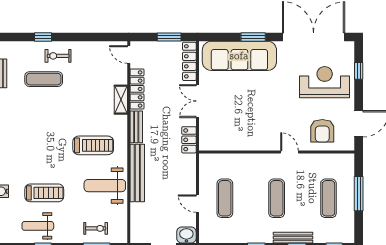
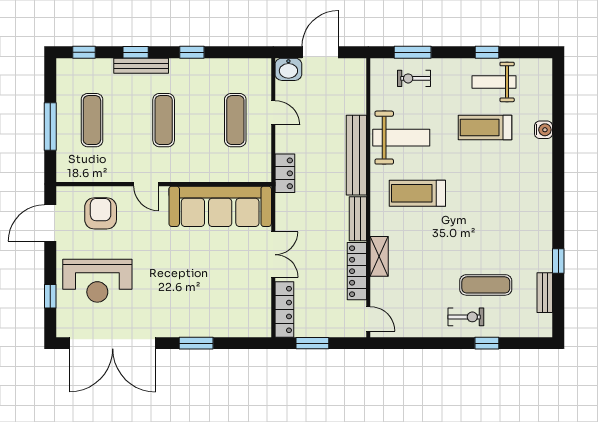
sofa: (239, 56) -> (220, 206), moved, turned 180
locker: (189, 140) -> (285, 173), moved
weight bench: (38, 226) -> (494, 82), turned 180

